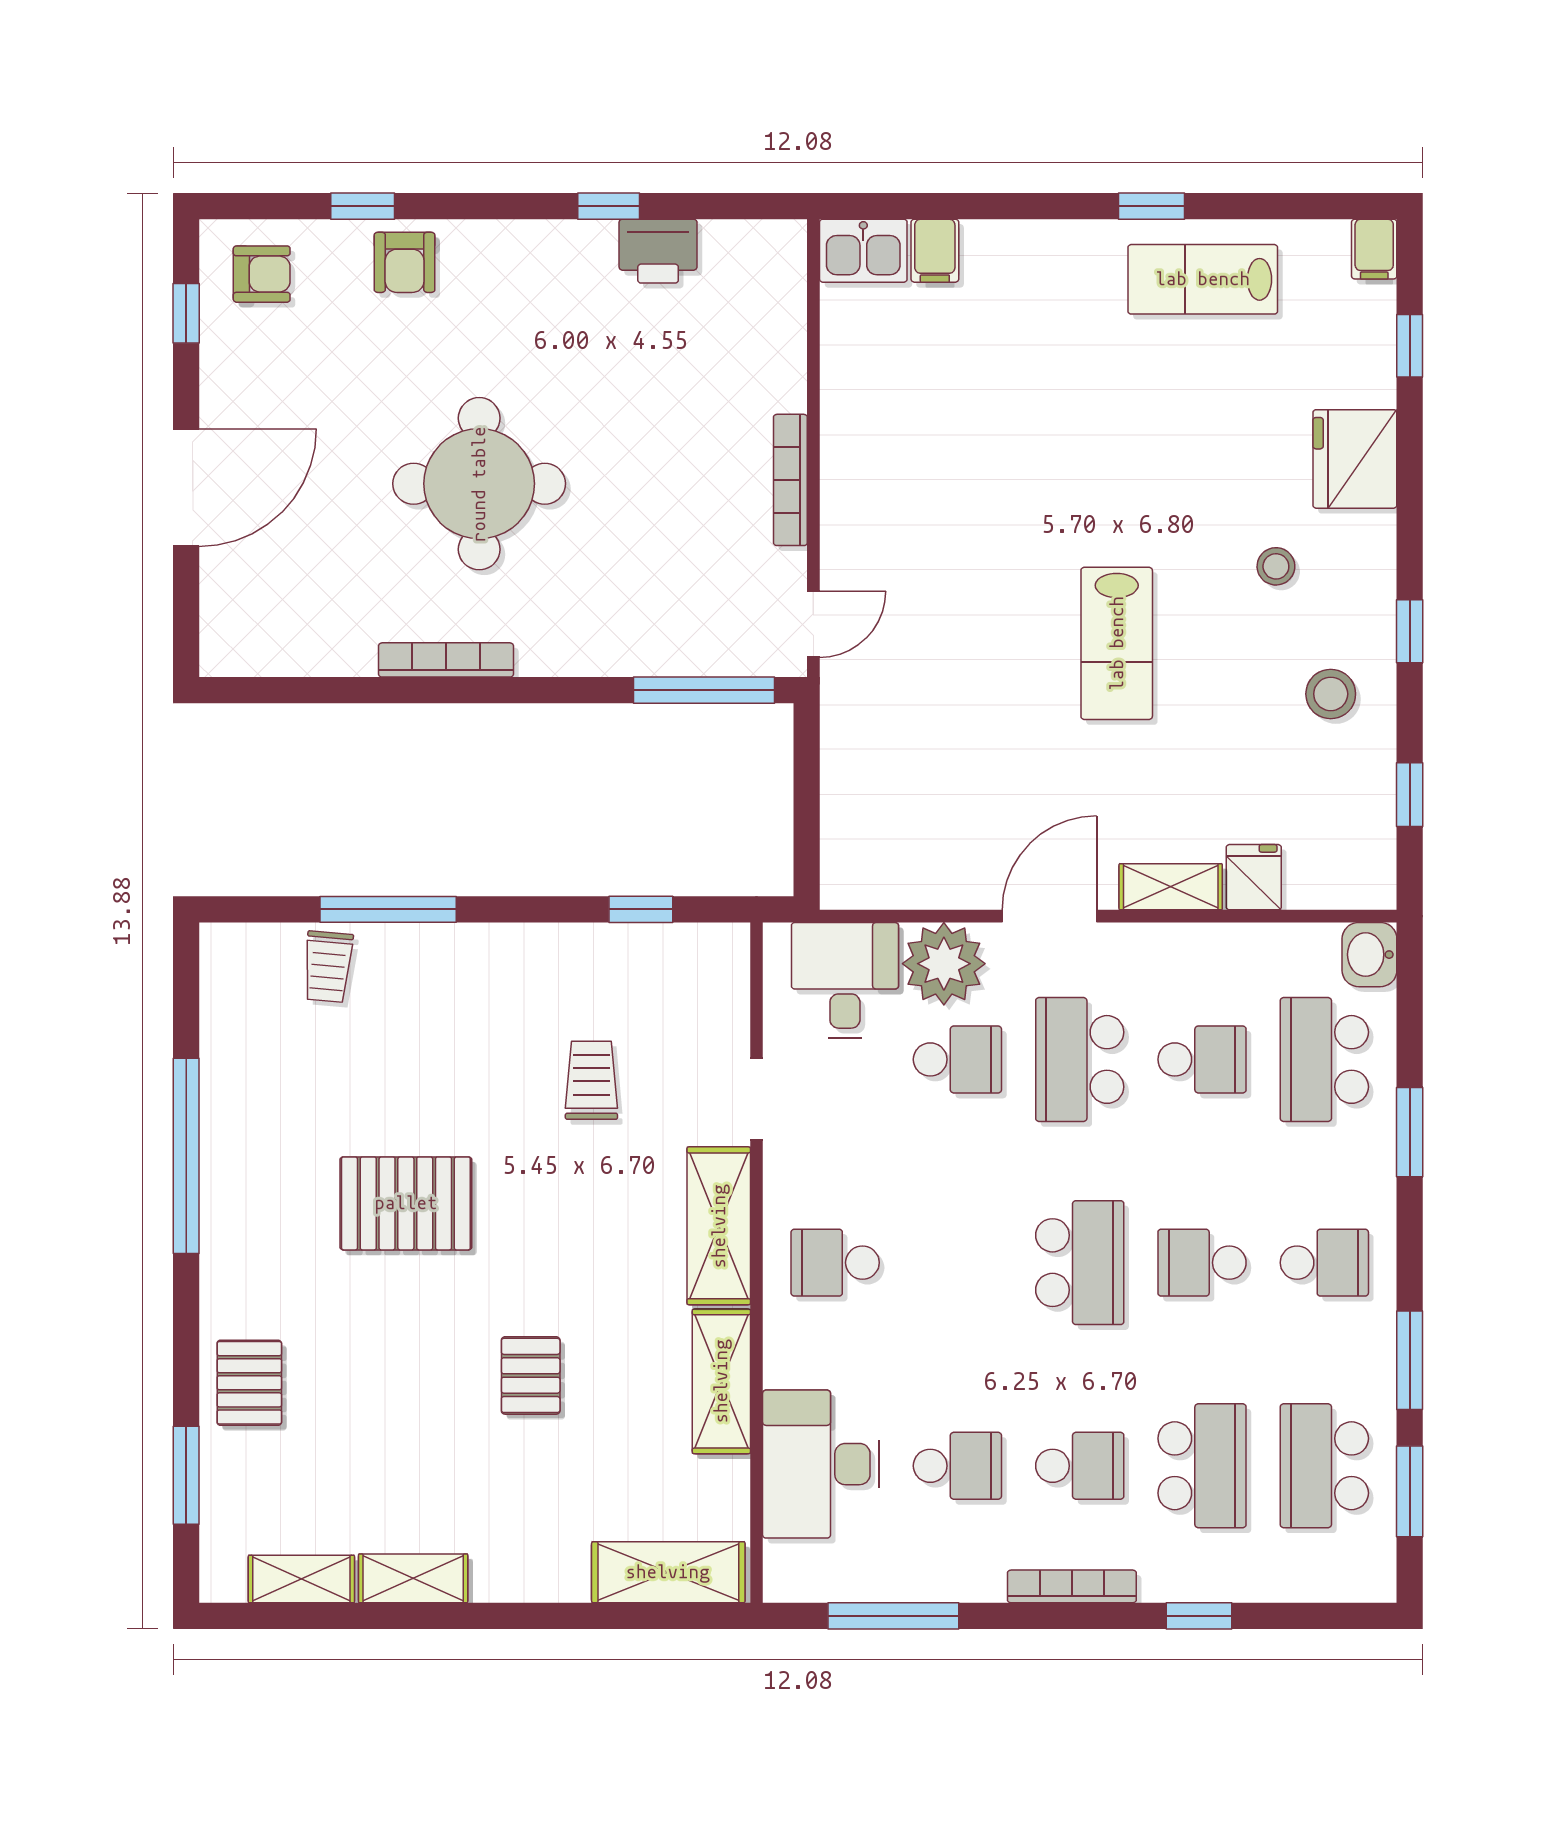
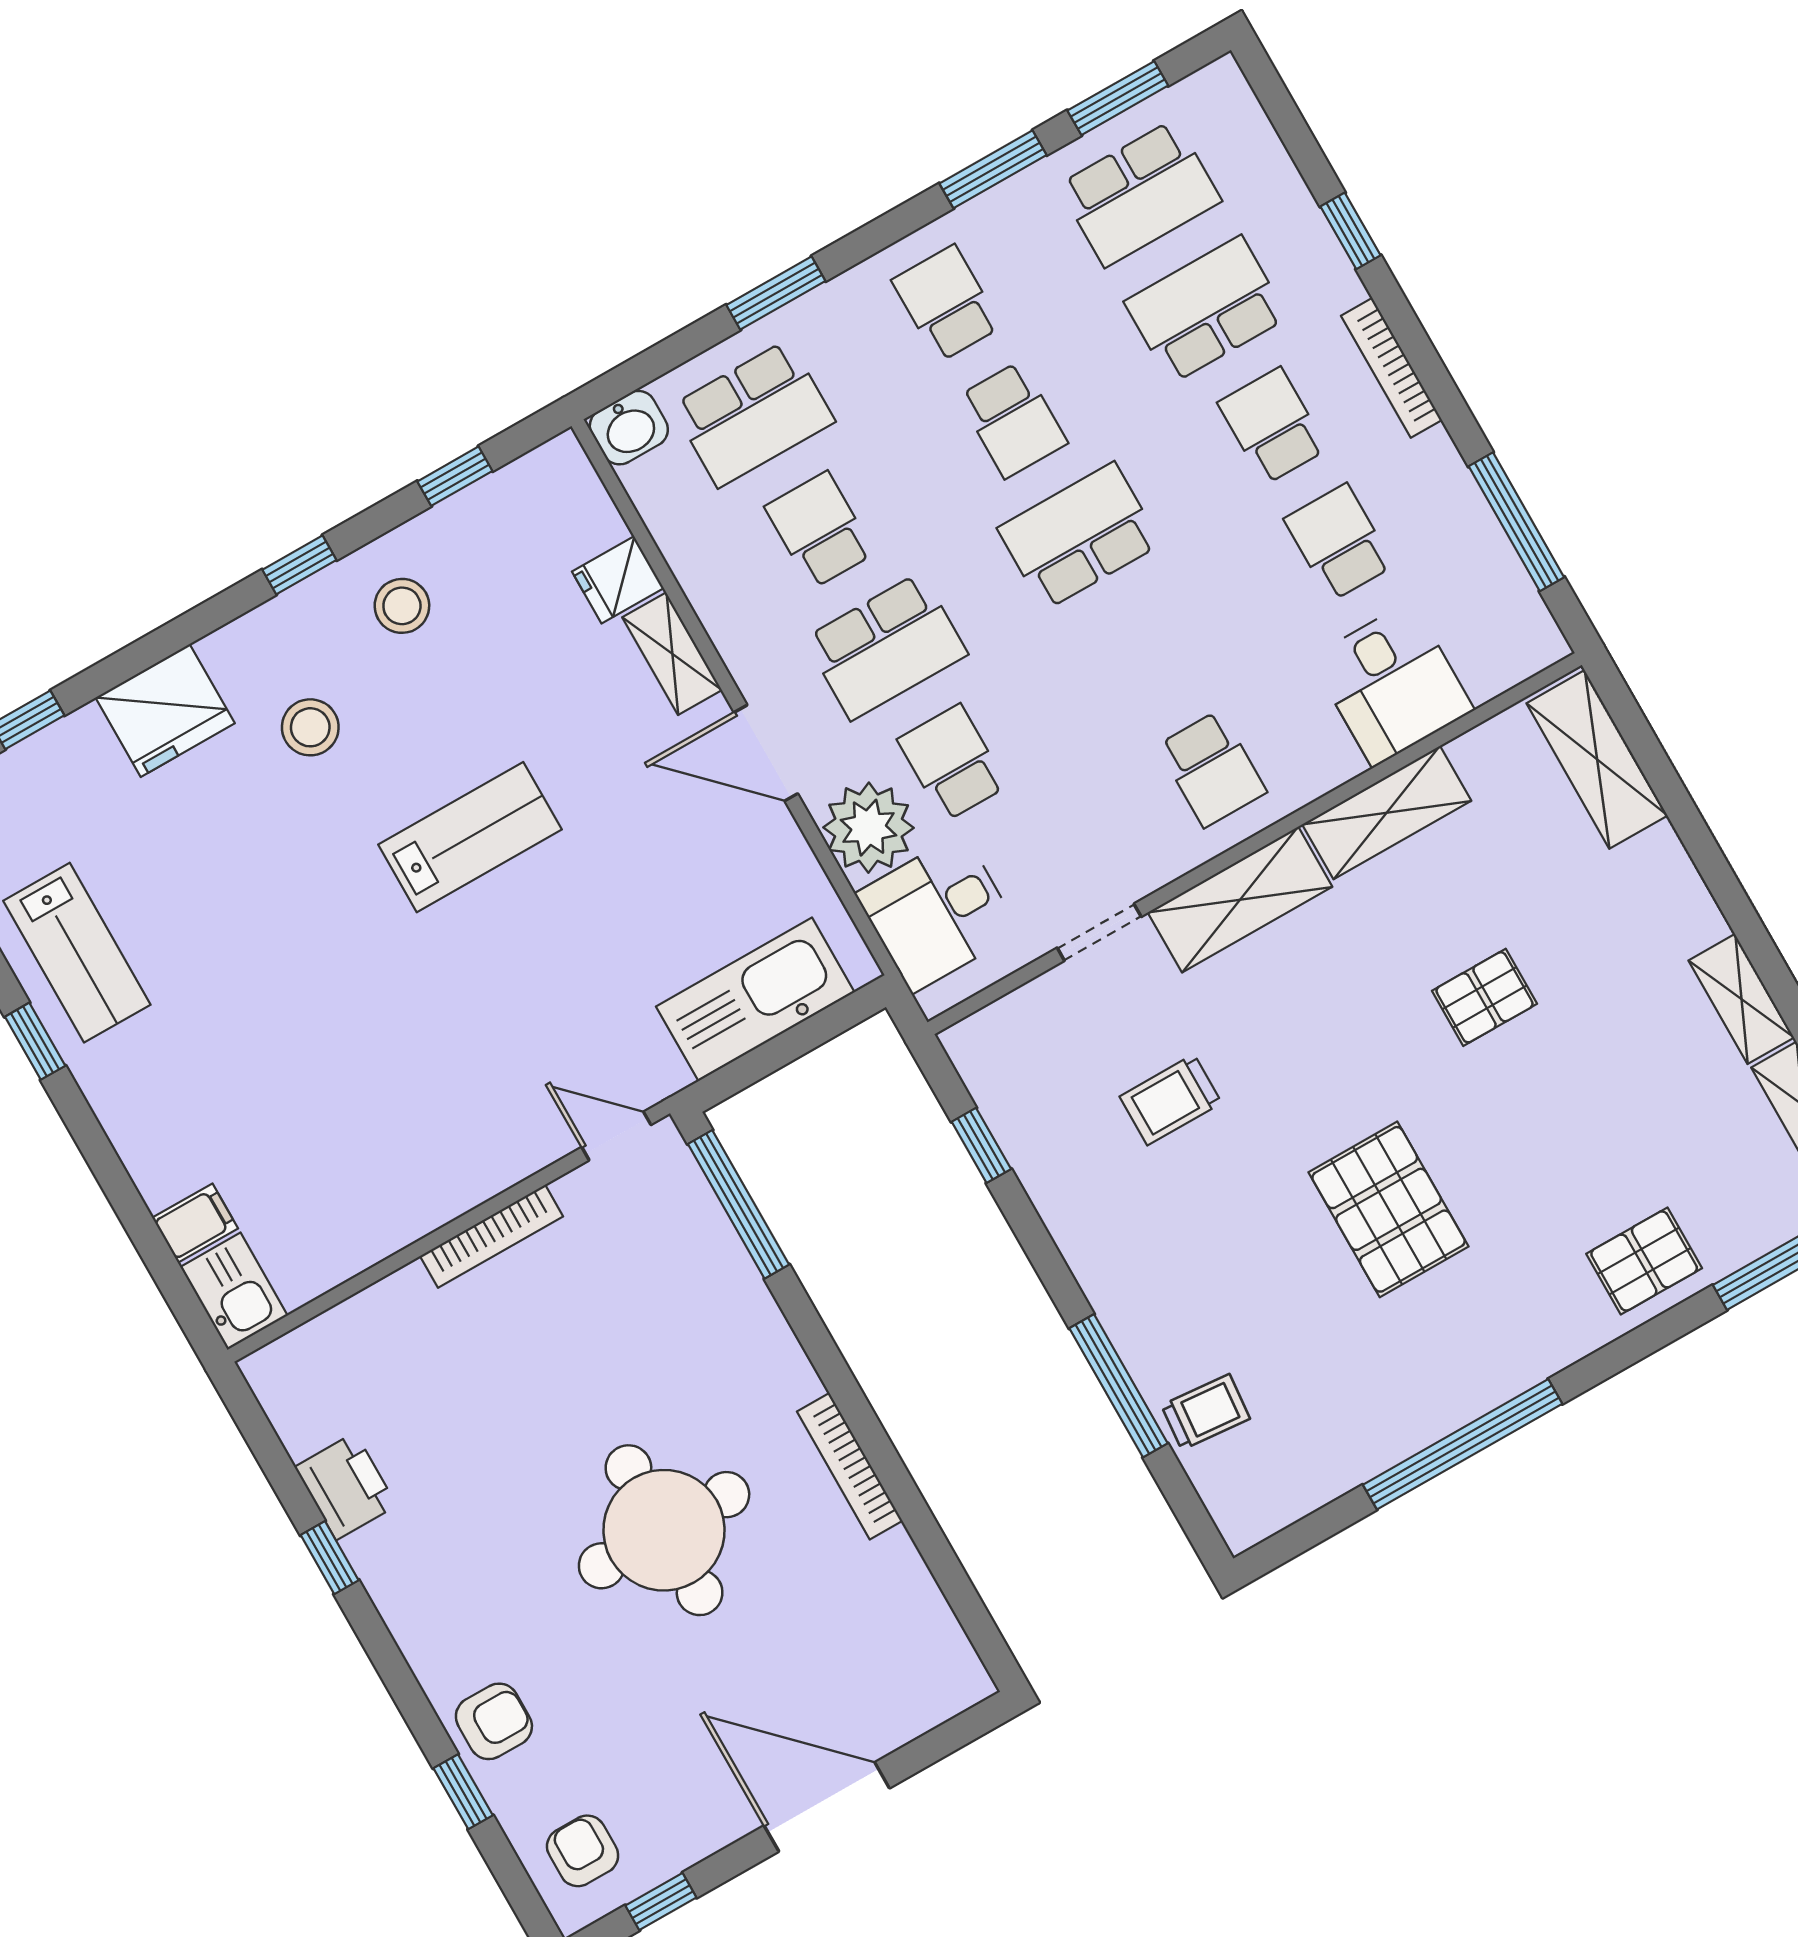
stool: (1276, 566) -> (310, 727), width x1.37, depth x1.37
kitchen sink: (859, 796) -> (755, 999), added
desk: (821, 1464) -> (1392, 684), width x0.73

